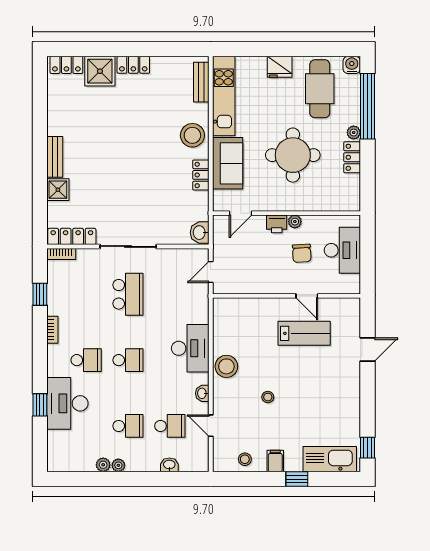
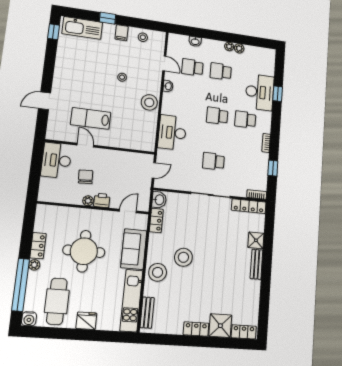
stool: (159, 158) -> (183, 257), added
locker: (201, 175) -> (156, 220), moved
desk: (342, 250) -> (56, 160), moved
school desk: (128, 294) -> (213, 161), width x0.54
desk: (190, 348) -> (172, 133), moved

